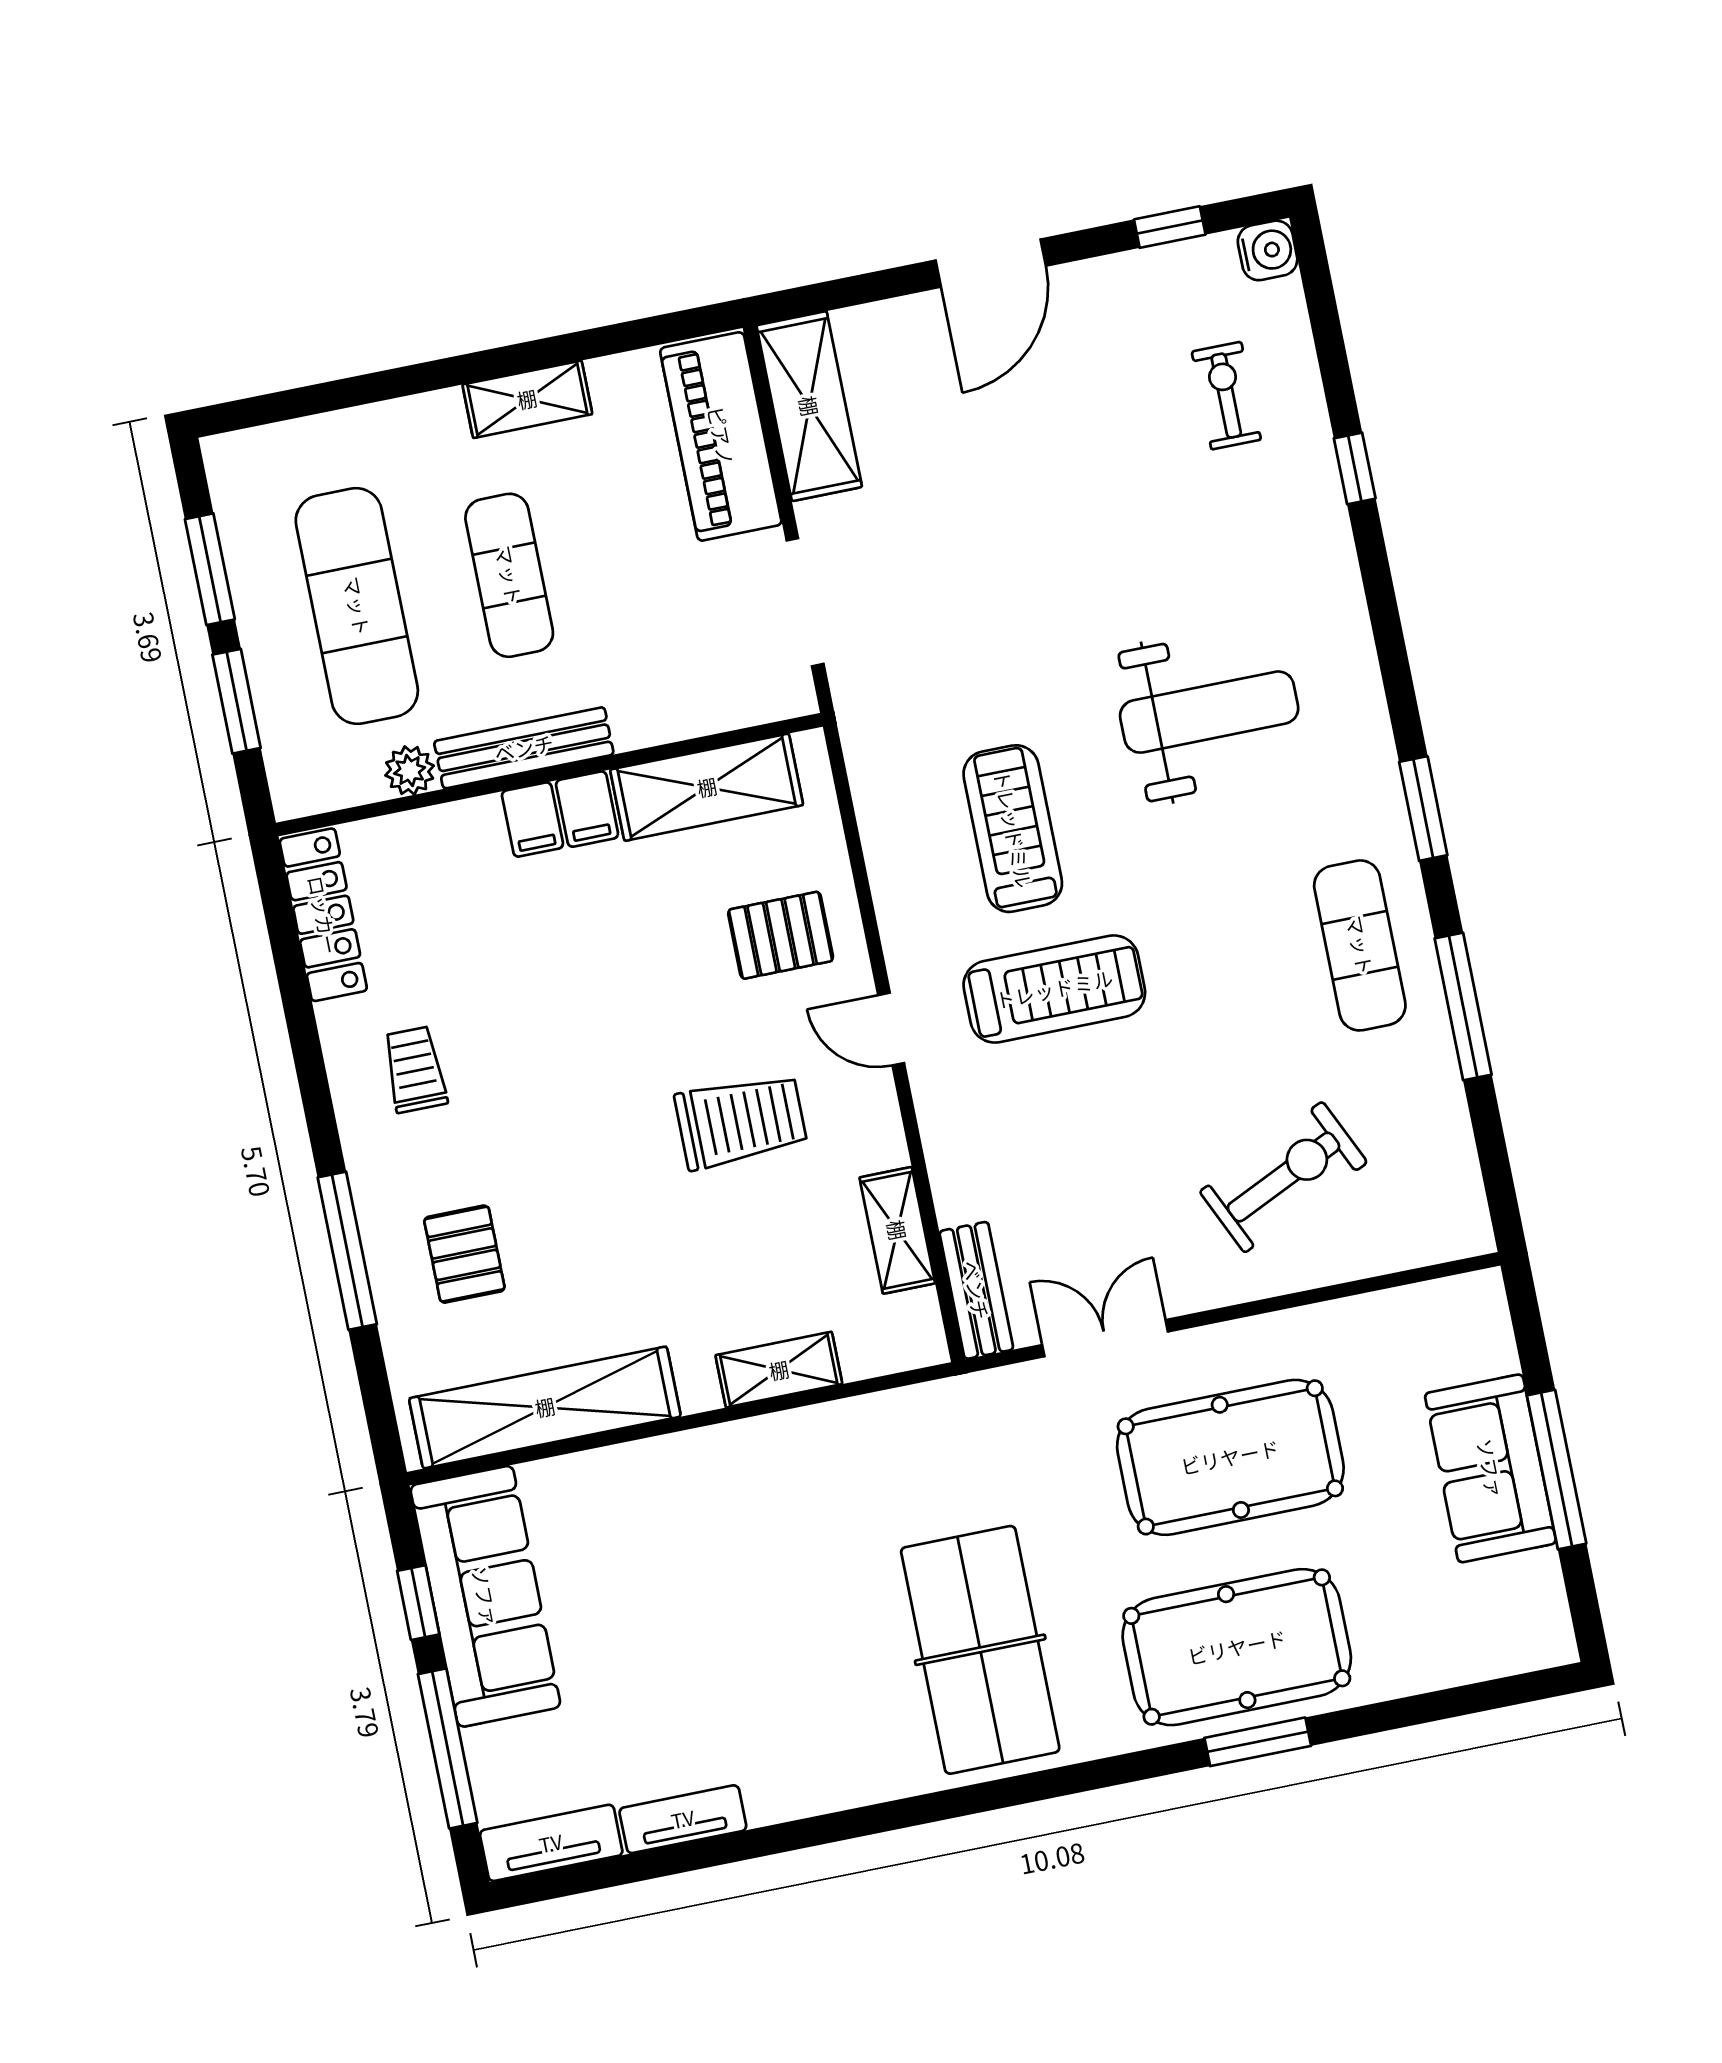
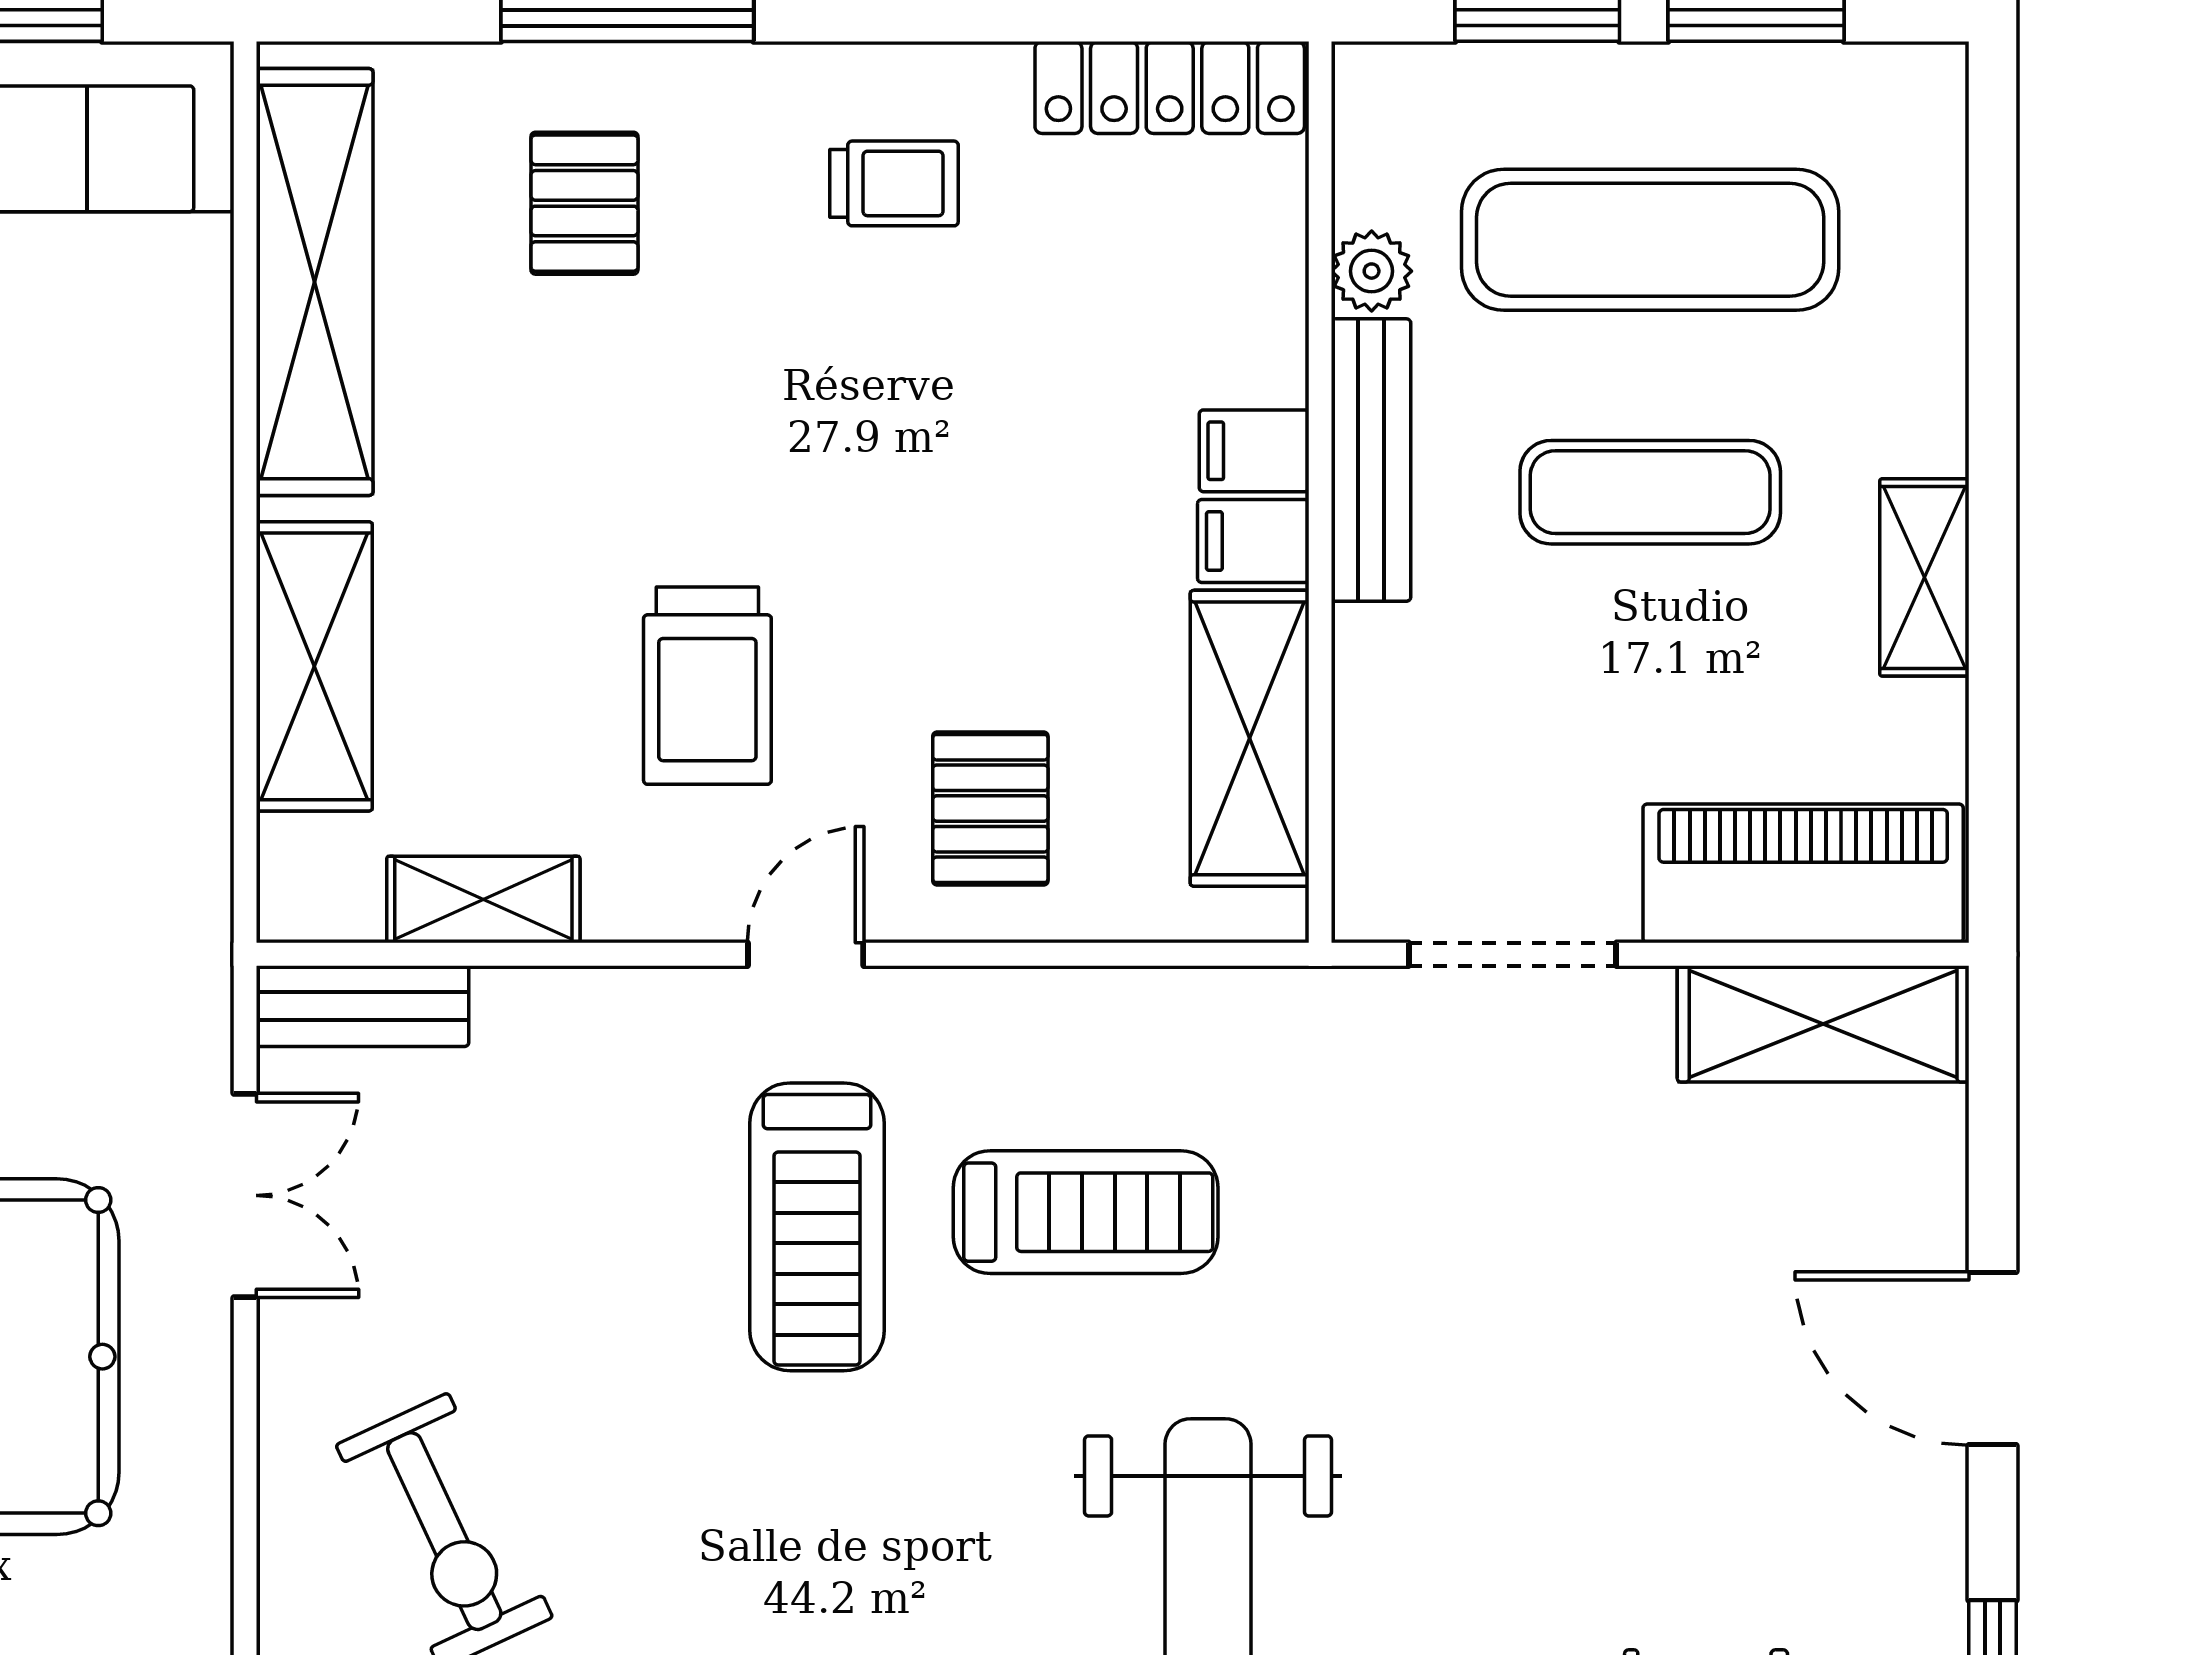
pallet: (464, 1254) -> (584, 203), turned 90
shelving: (779, 1370) -> (314, 666), width x1.50, depth x1.33

